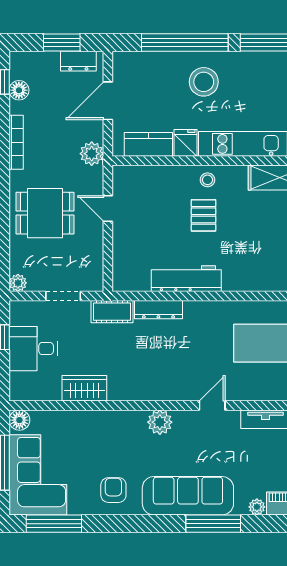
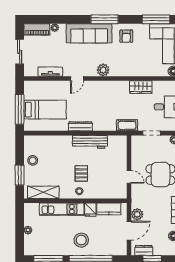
plant: (92, 154) -> (137, 214), moved
dresser: (158, 310) -> (80, 126), moved
window: (213, 524) -> (105, 19), moved

